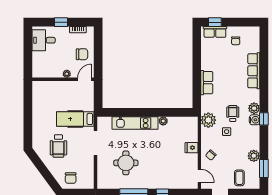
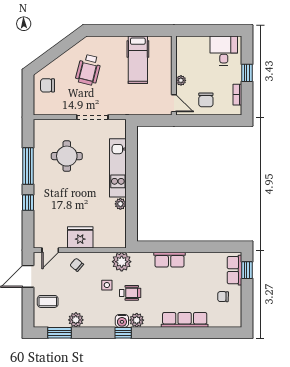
hospital bed: (75, 119) -> (138, 60), moved, turned 180
wheelchair: (58, 146) -> (88, 70), turned -76
fridge: (191, 148) -> (80, 237), width x1.88, depth x1.34

